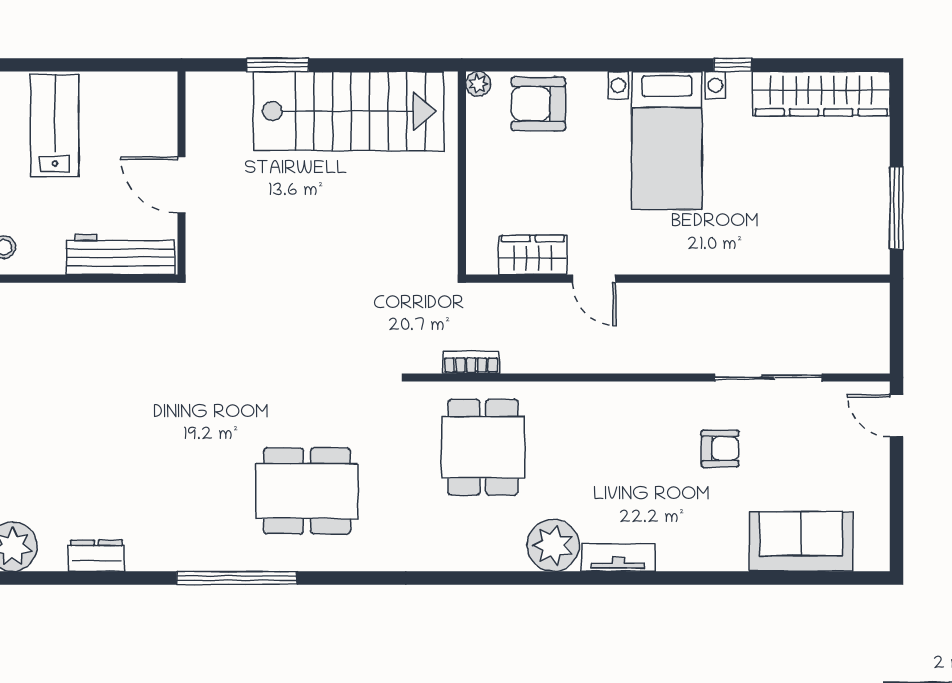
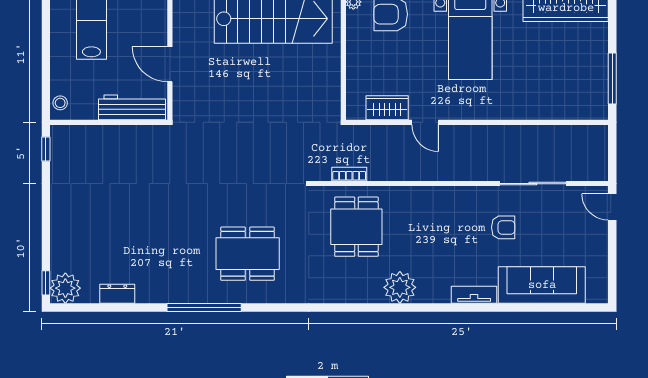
sofa: (801, 542) -> (542, 285), width x1.36
tv unit: (618, 557) -> (474, 295), moved

